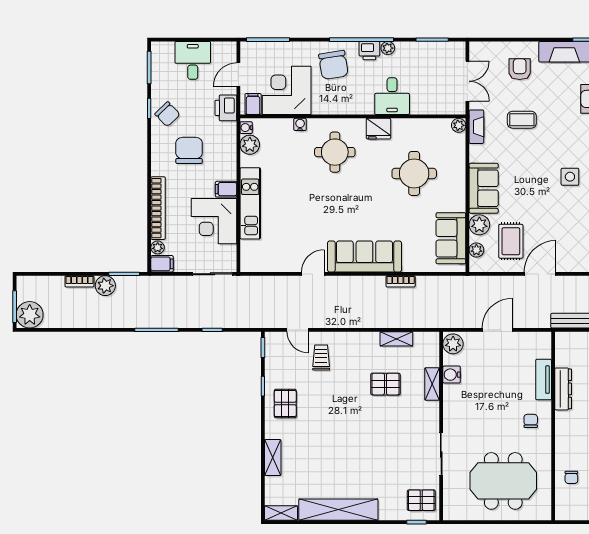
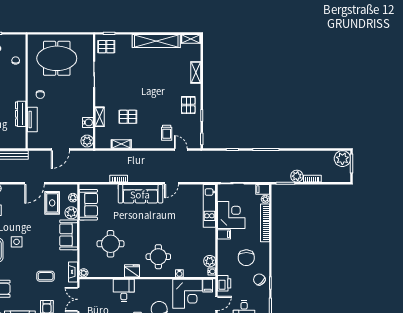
kitchen unit: (250, 203) -> (209, 206), moved

